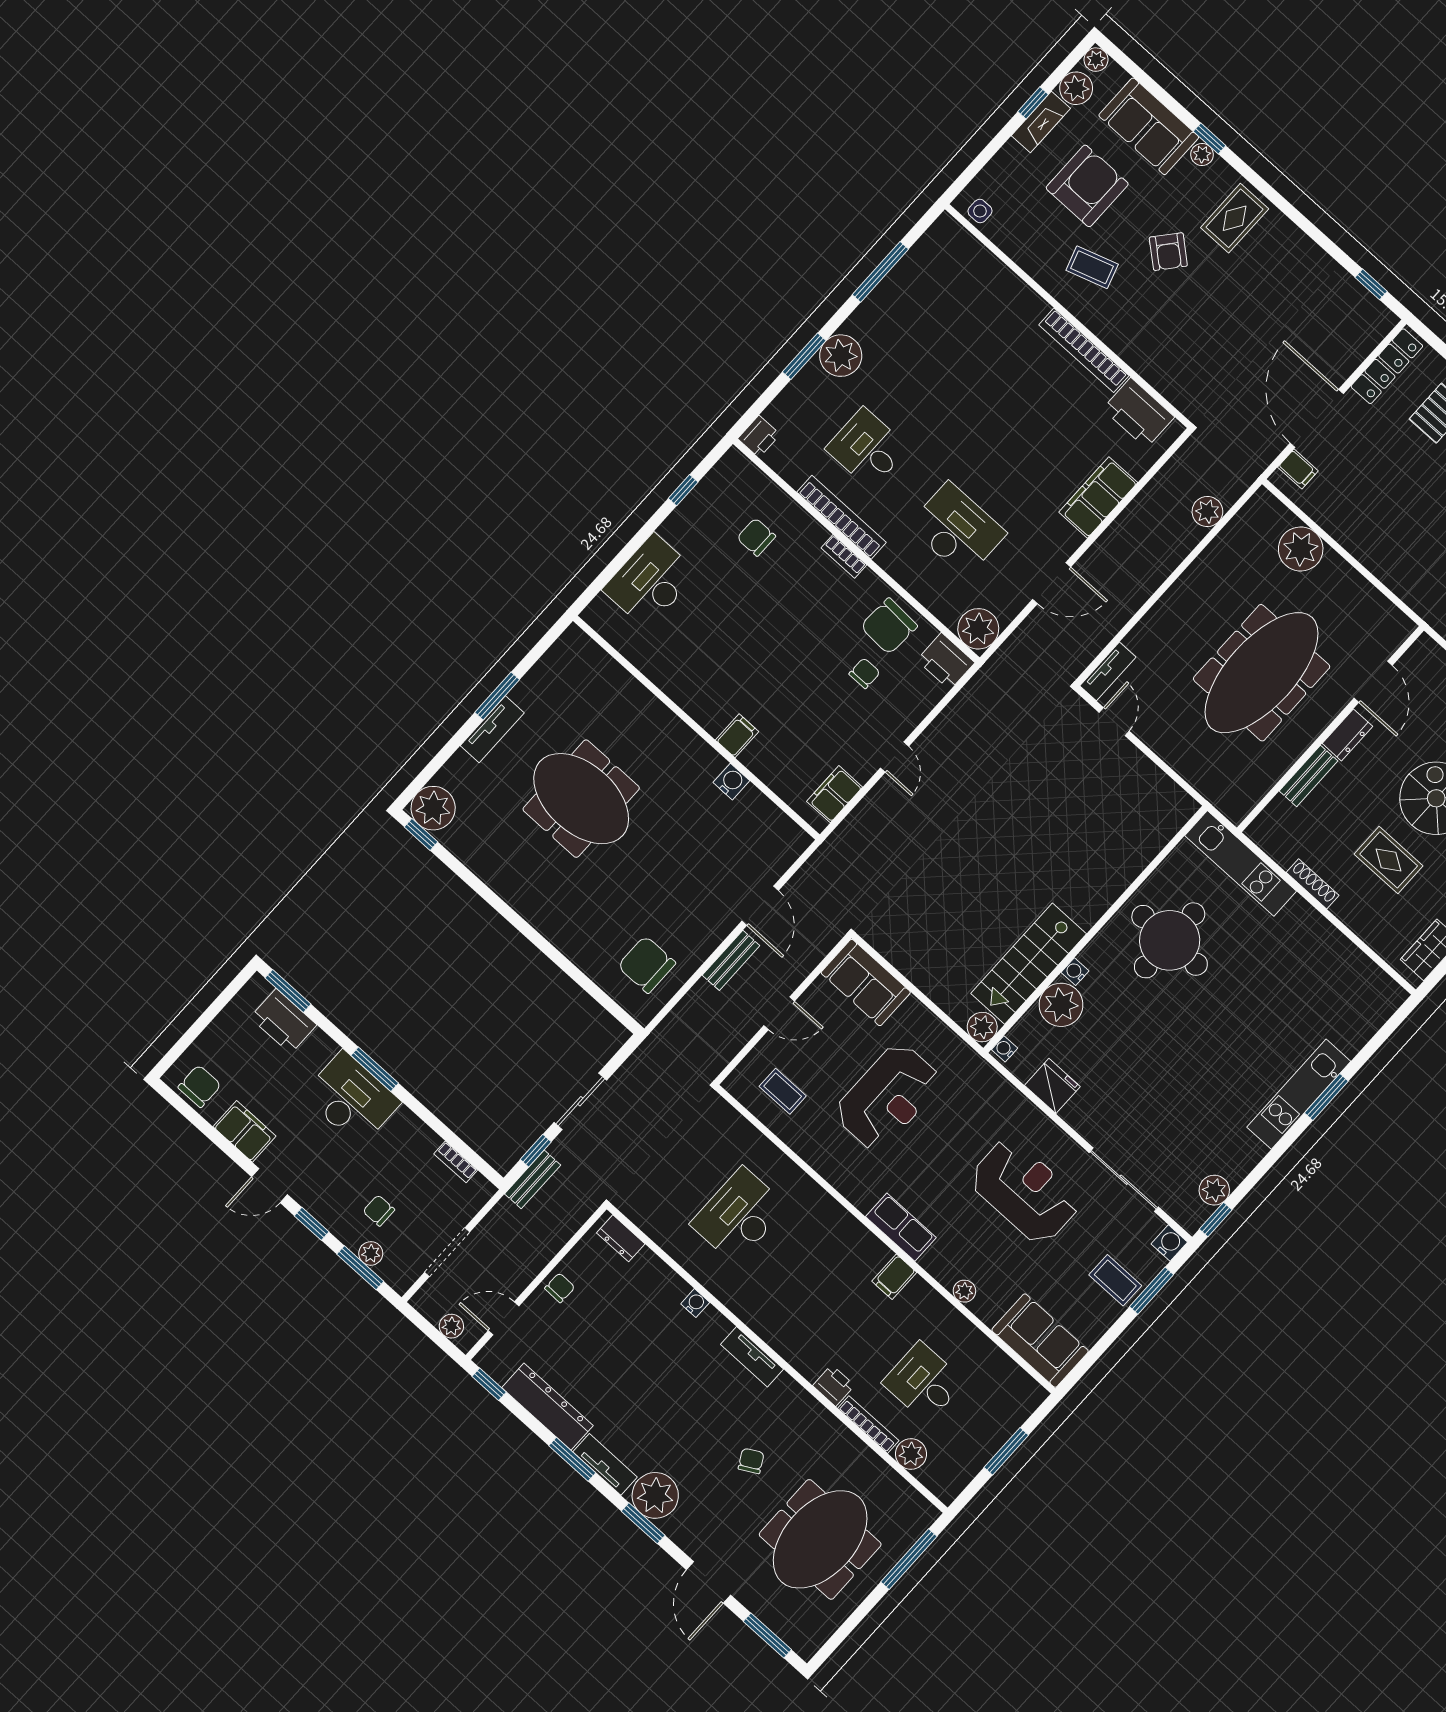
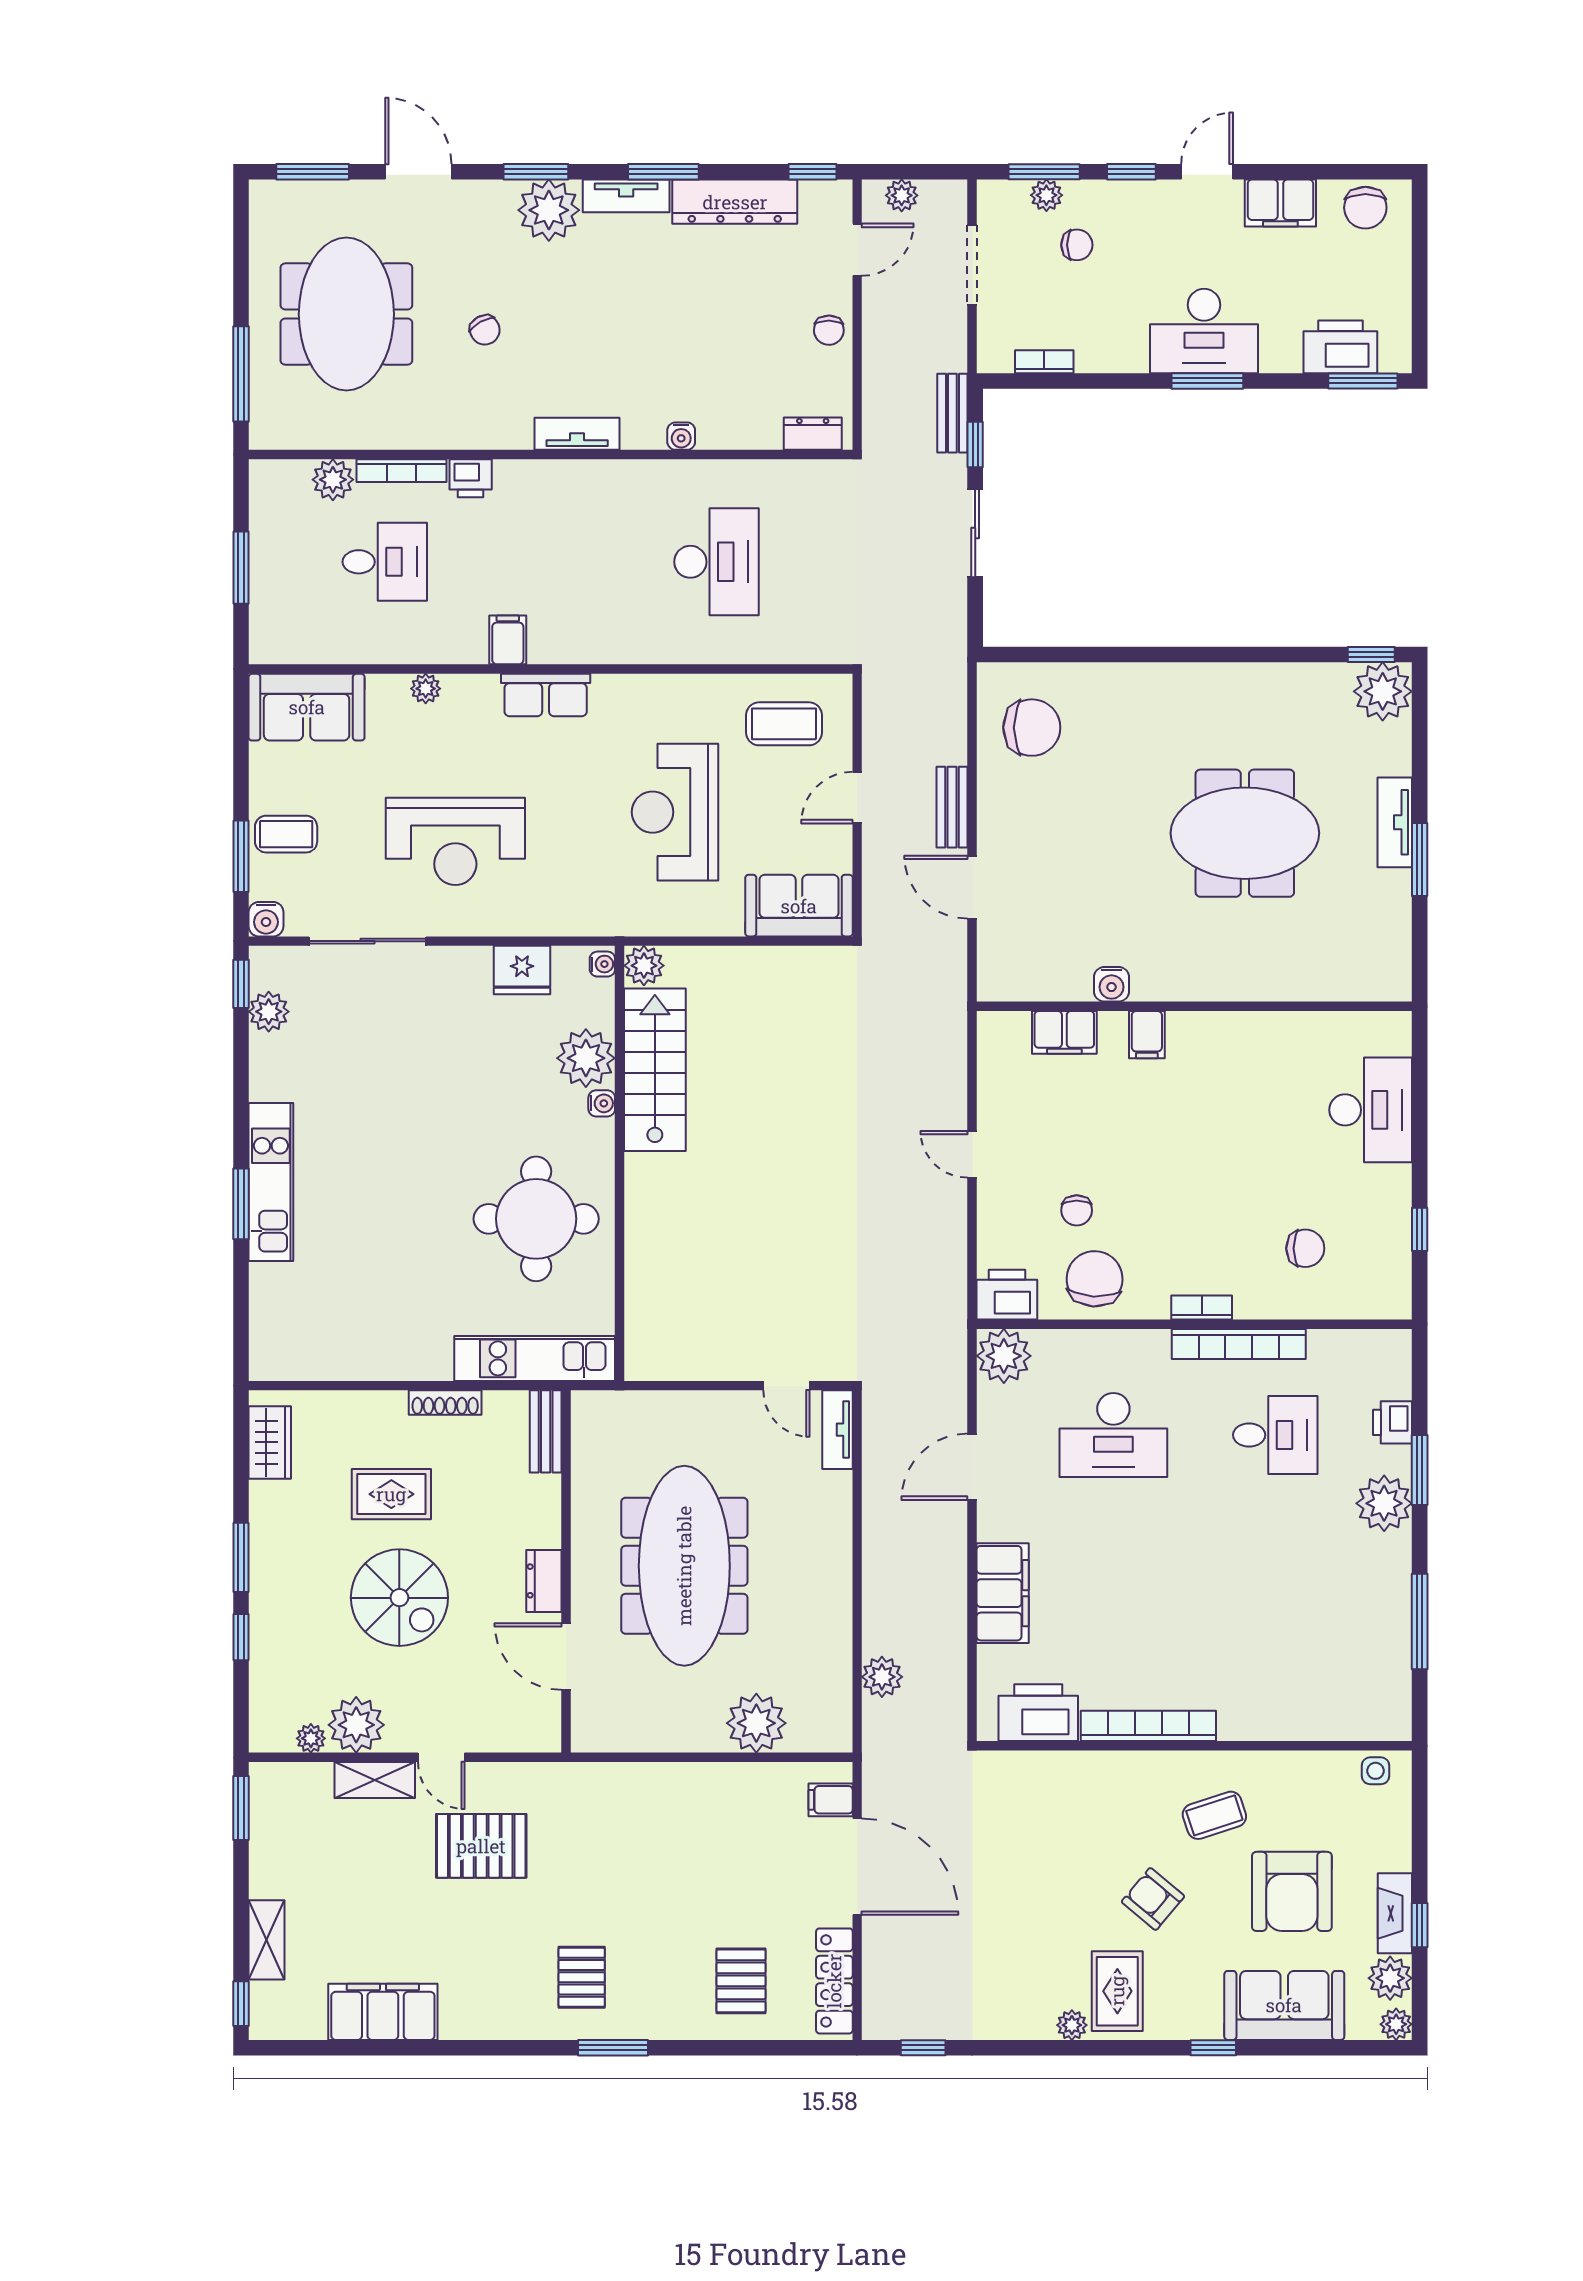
plant: (1202, 155) -> (1072, 2025), moved
printer: (759, 437) -> (1393, 1422), moved
bench: (1309, 776) -> (546, 1431), moved
filing cabinet: (835, 794) -> (1064, 1032), moved, turned 90
coffee table: (783, 1091) -> (784, 724), width x1.36, depth x1.30

